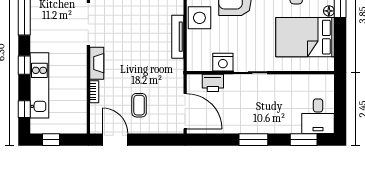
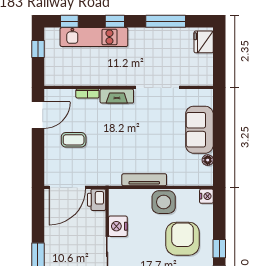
printer: (213, 83) -> (97, 200), moved

